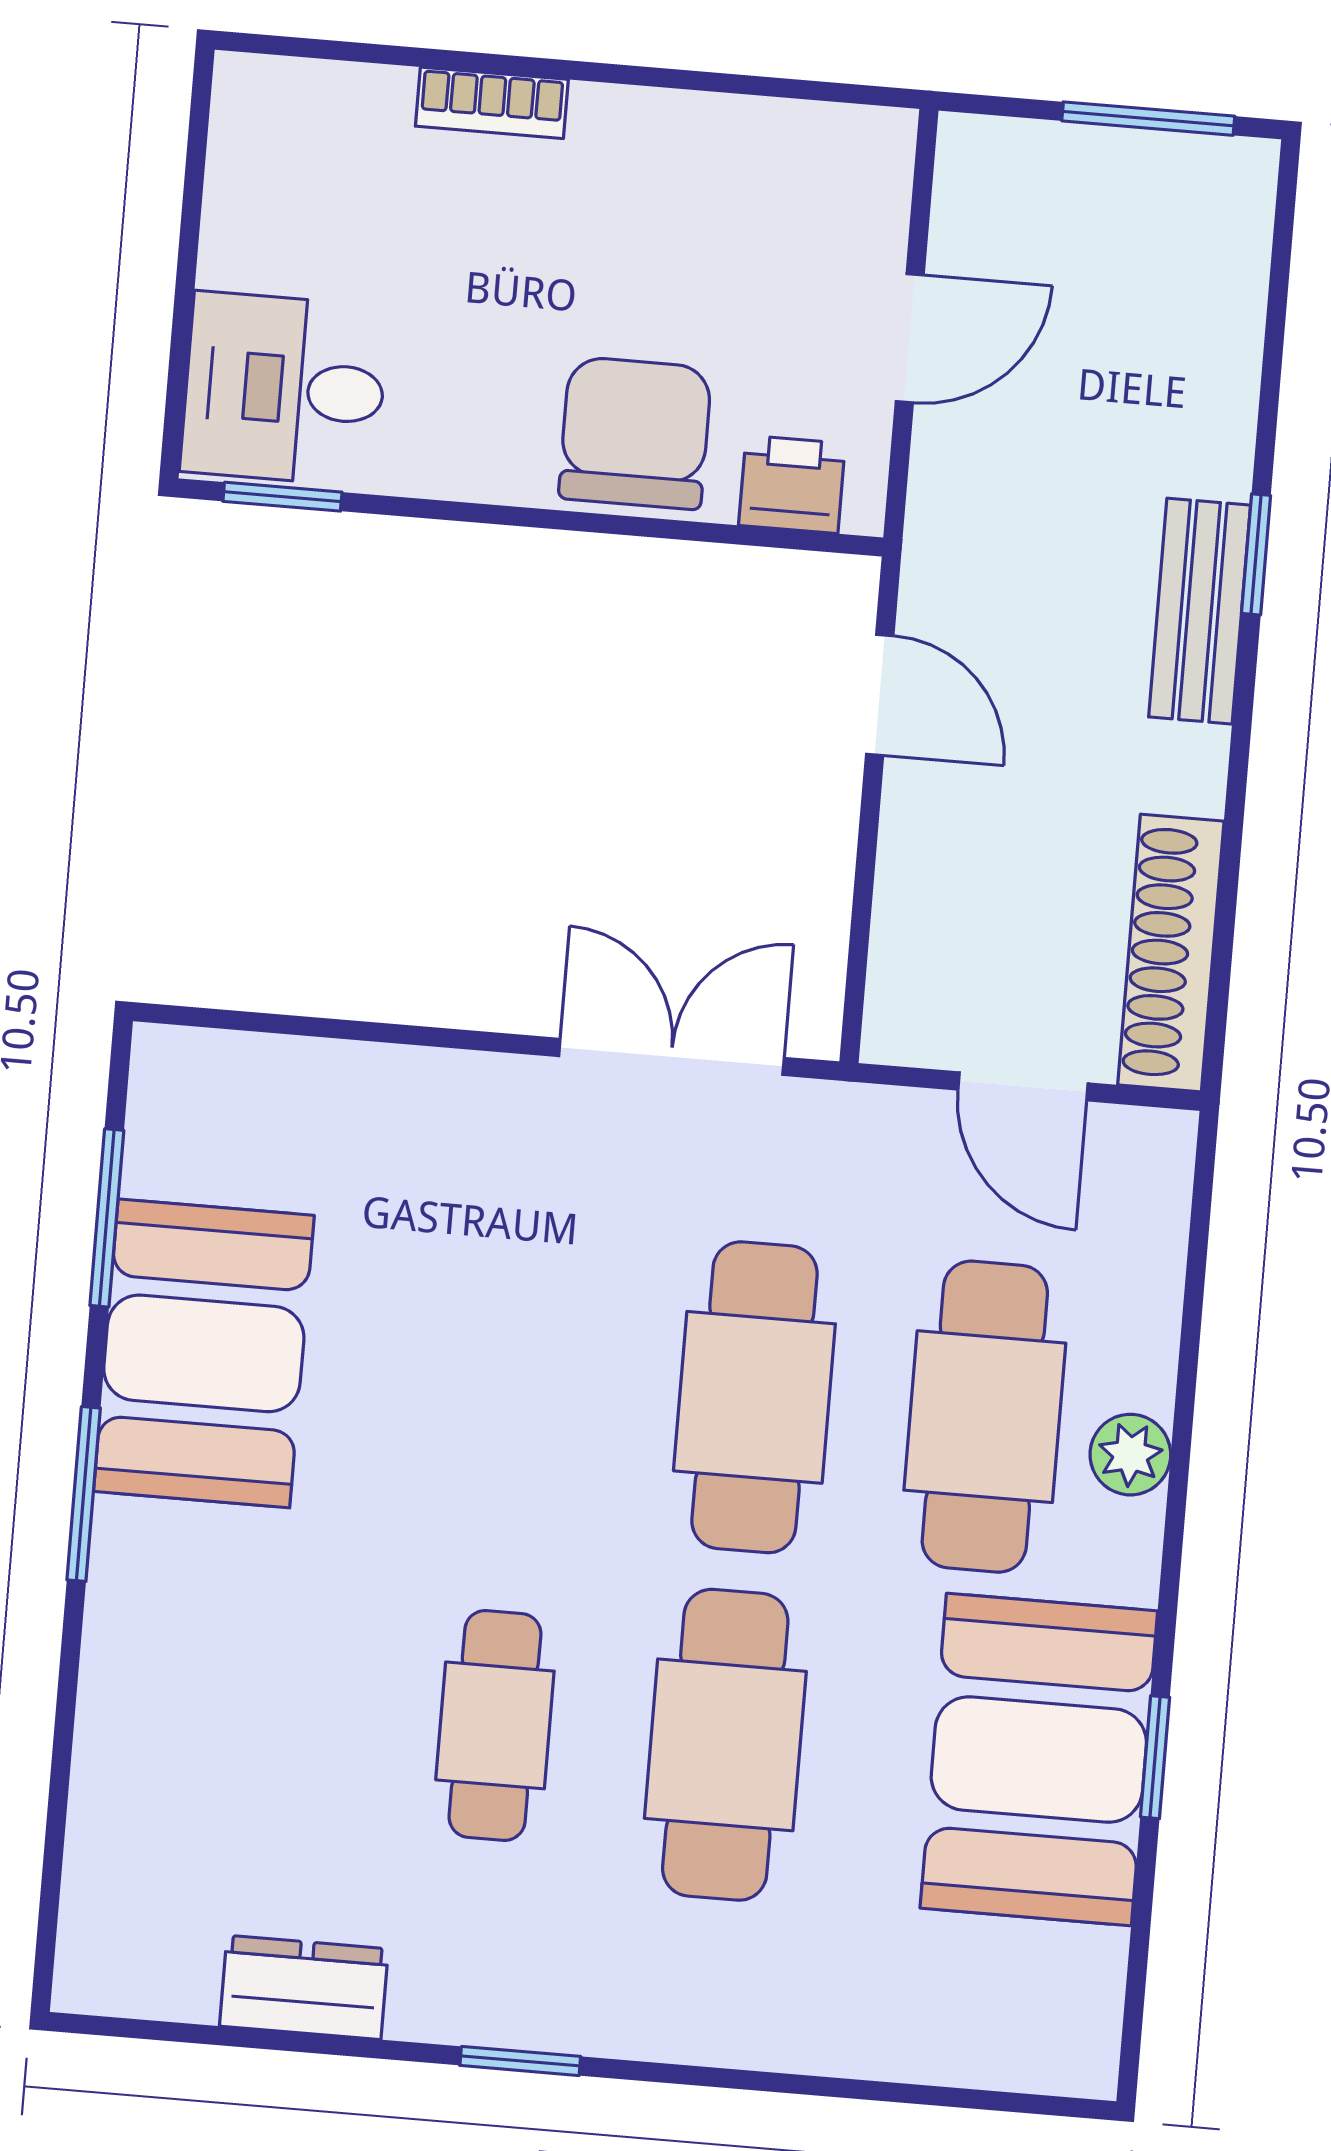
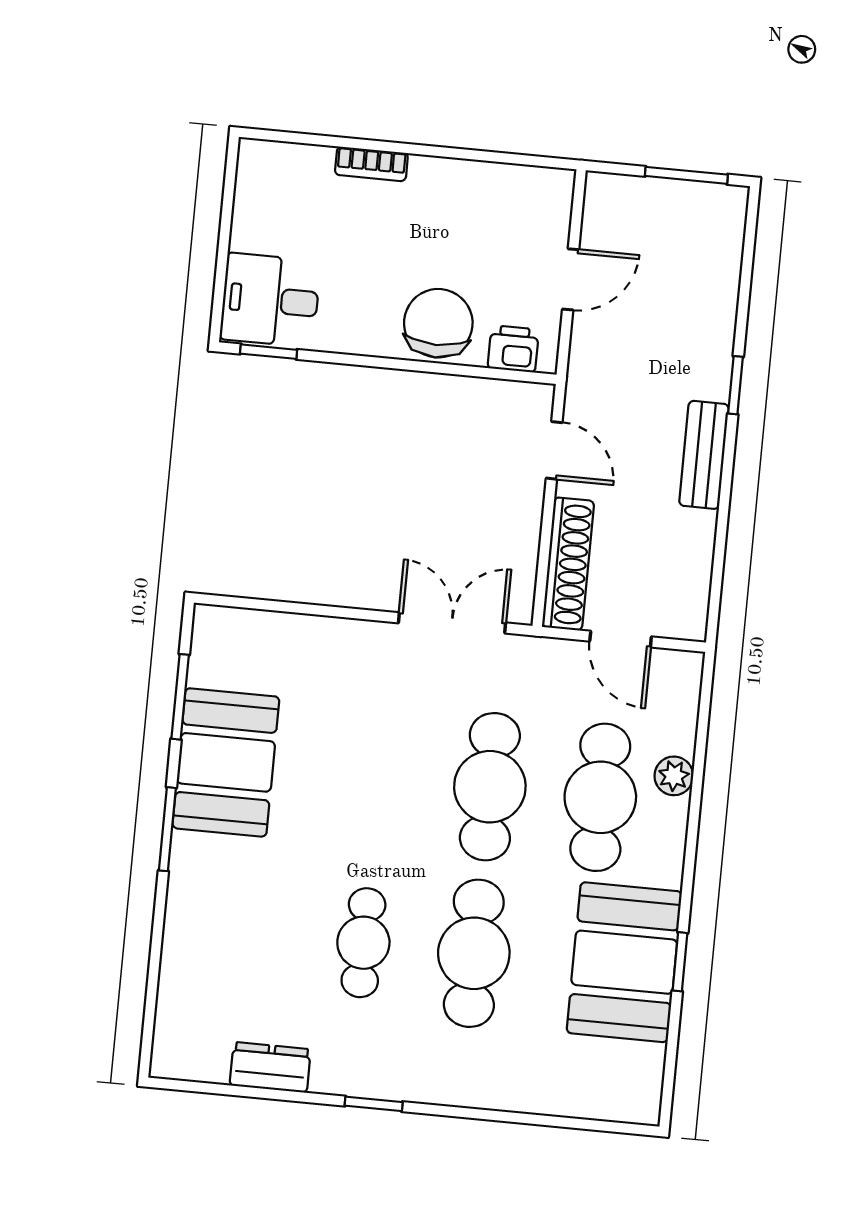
bench: (1200, 611) -> (704, 455), moved
shoe rack: (1171, 953) -> (568, 564), moved, turned 180
plant: (1130, 1455) -> (674, 776), moved

